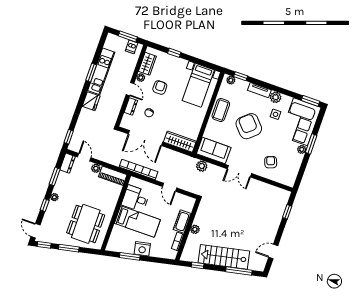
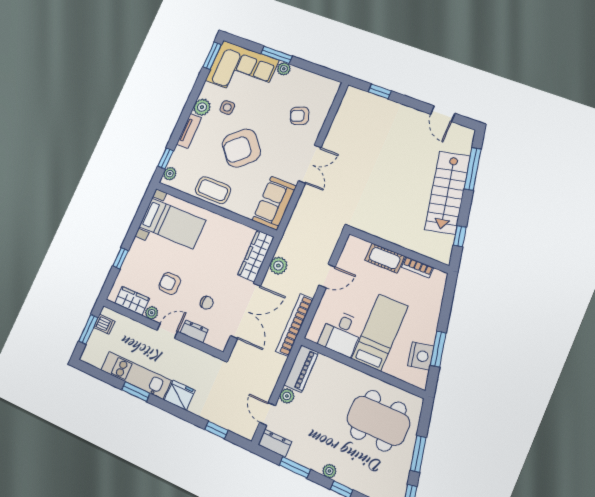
window: (69, 137) -> (216, 430), moved
door: (84, 157) -> (267, 414), hinge flipped
plant: (202, 166) -> (278, 266), moved
plant: (195, 229) -> (399, 238), removed
nightstand: (142, 249) -> (421, 356), moved

